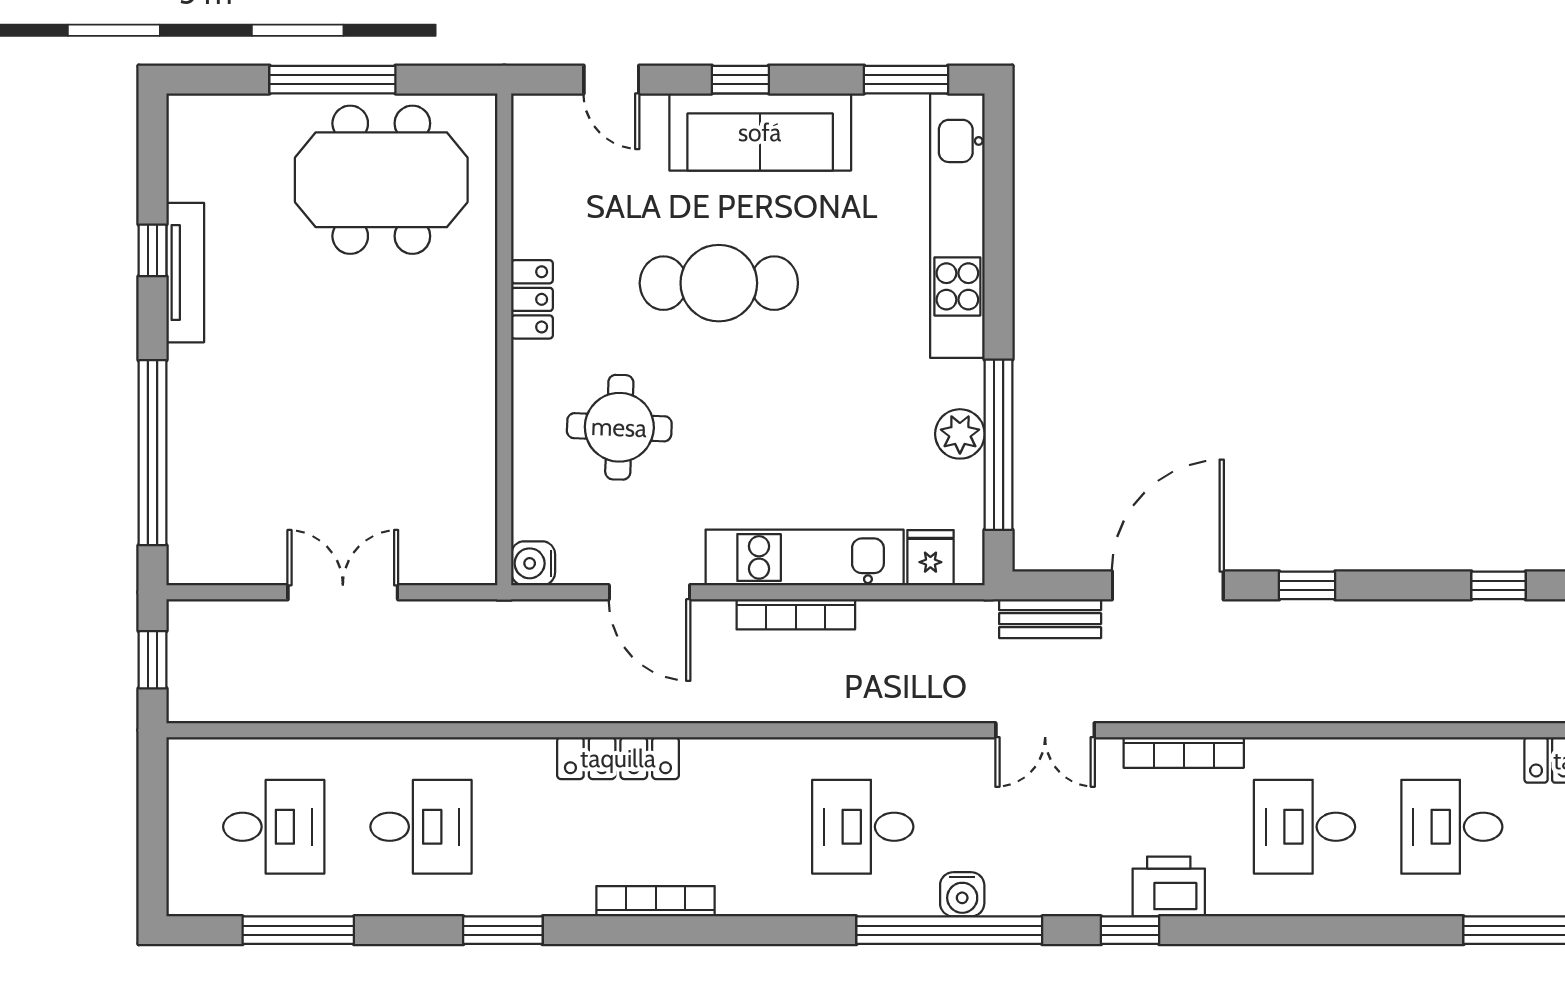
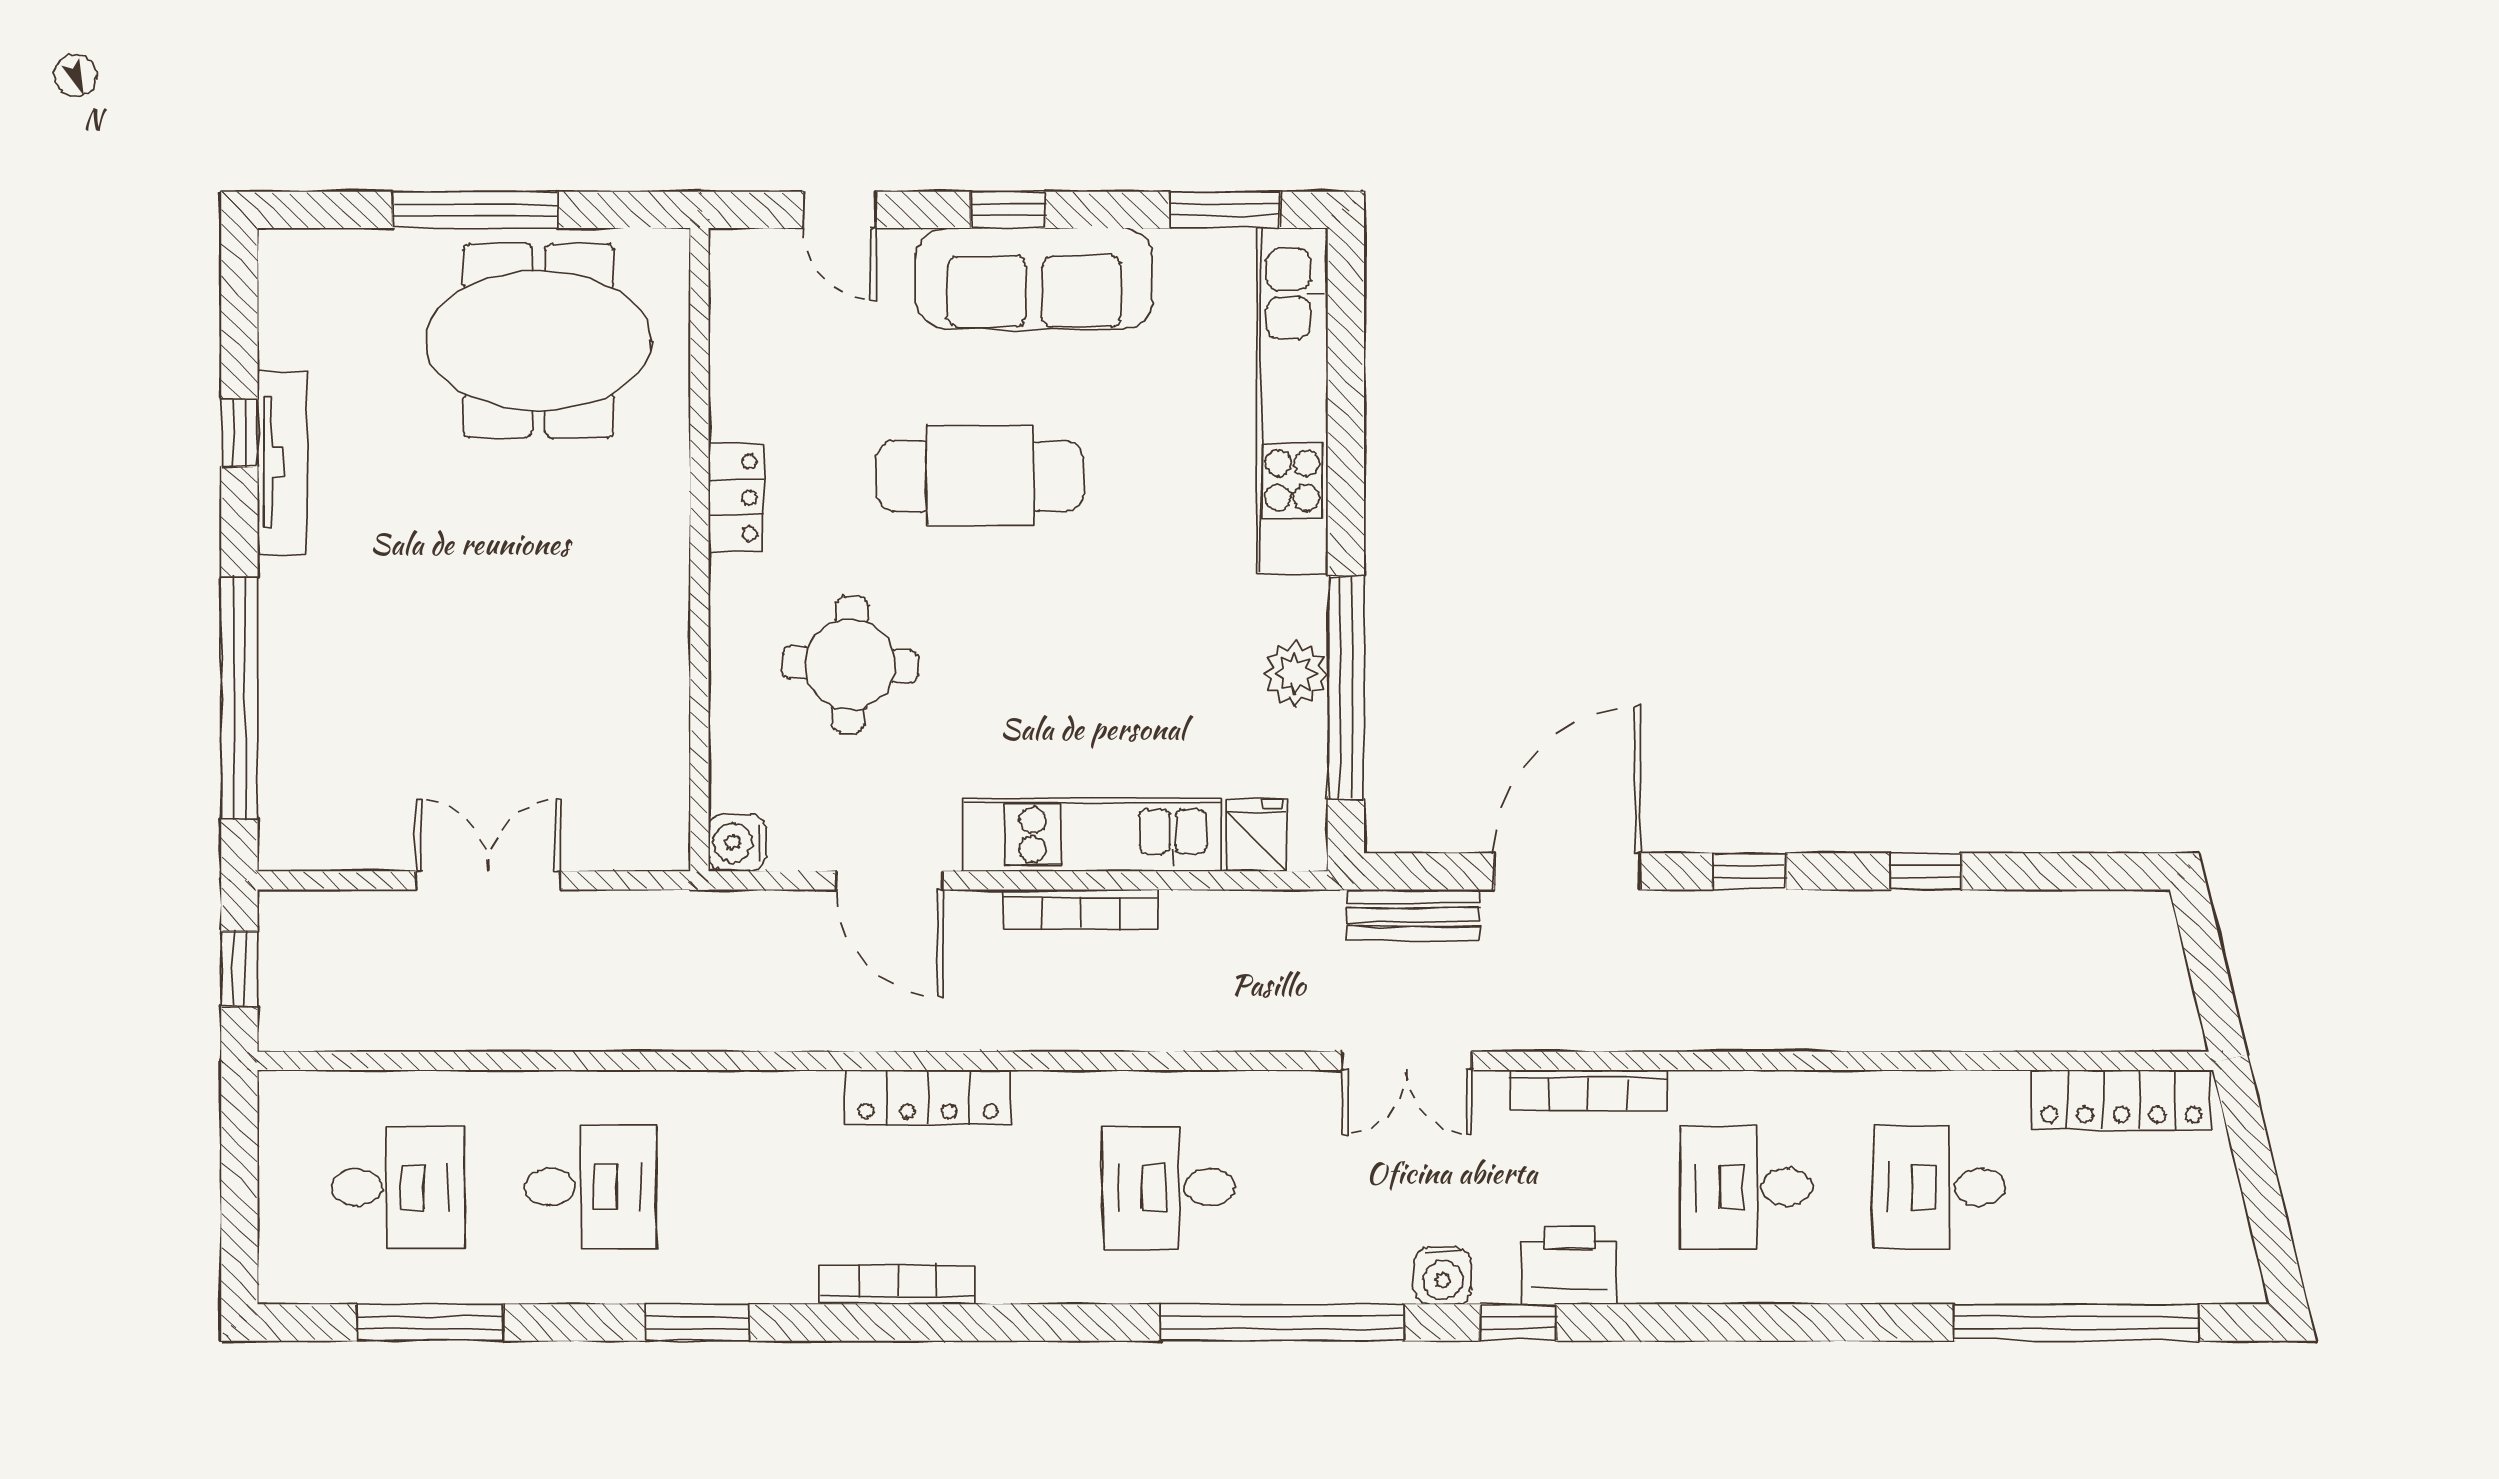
window: (1499, 585) -> (1926, 871), moved
locker: (618, 758) -> (928, 1097), moved
water cooler: (962, 894) -> (1443, 1275), moved

